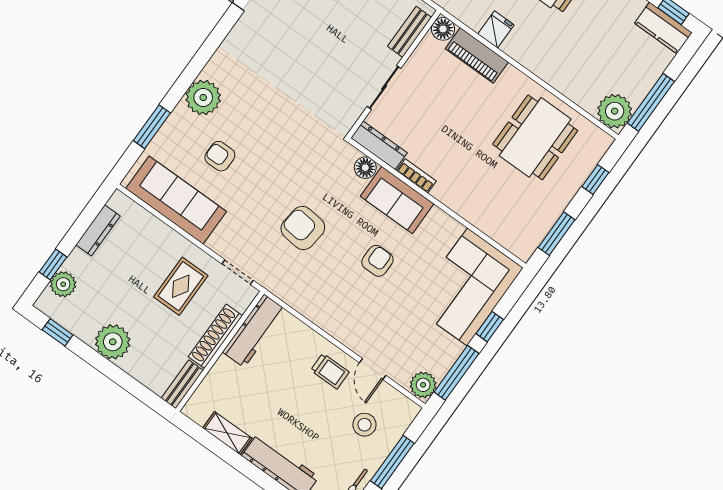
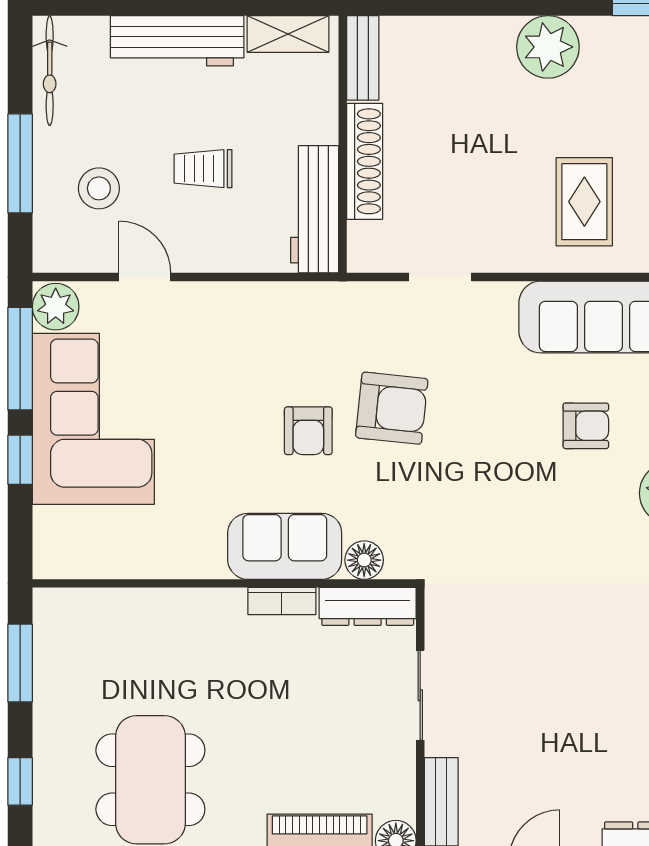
armchair: (377, 261) -> (308, 431), moved
rug: (181, 286) -> (584, 202), moved
corner sofa: (467, 287) -> (93, 419), moved
workbench: (254, 331) -> (315, 209), moved
shoe rack: (215, 336) -> (365, 161), moved
wall: (220, 351) -> (343, 144), moved
trolley: (330, 371) -> (203, 169), moved
bench: (182, 384) -> (363, 58), moved

